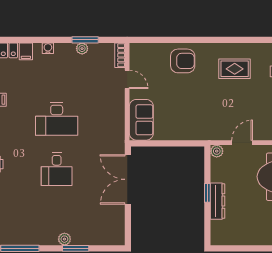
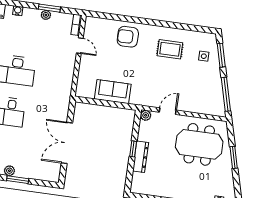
armchair: (183, 61) -> (128, 37), turned 180
sofa: (141, 120) -> (113, 92), moved, turned -90
double door: (128, 179) -> (67, 143), moved

